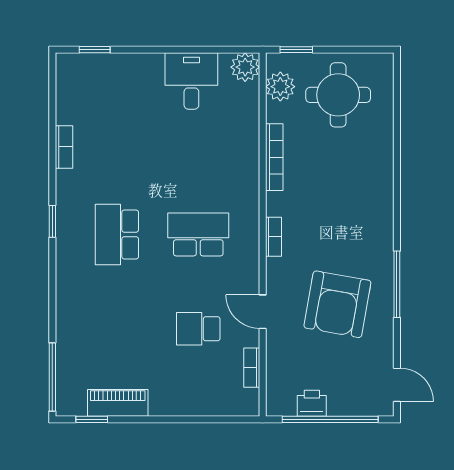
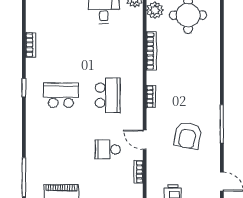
school desk: (117, 234) -> (61, 95), turned 90
school desk: (198, 234) -> (108, 95), turned 90
armchair: (337, 304) -> (188, 135), width x0.73, depth x0.73

